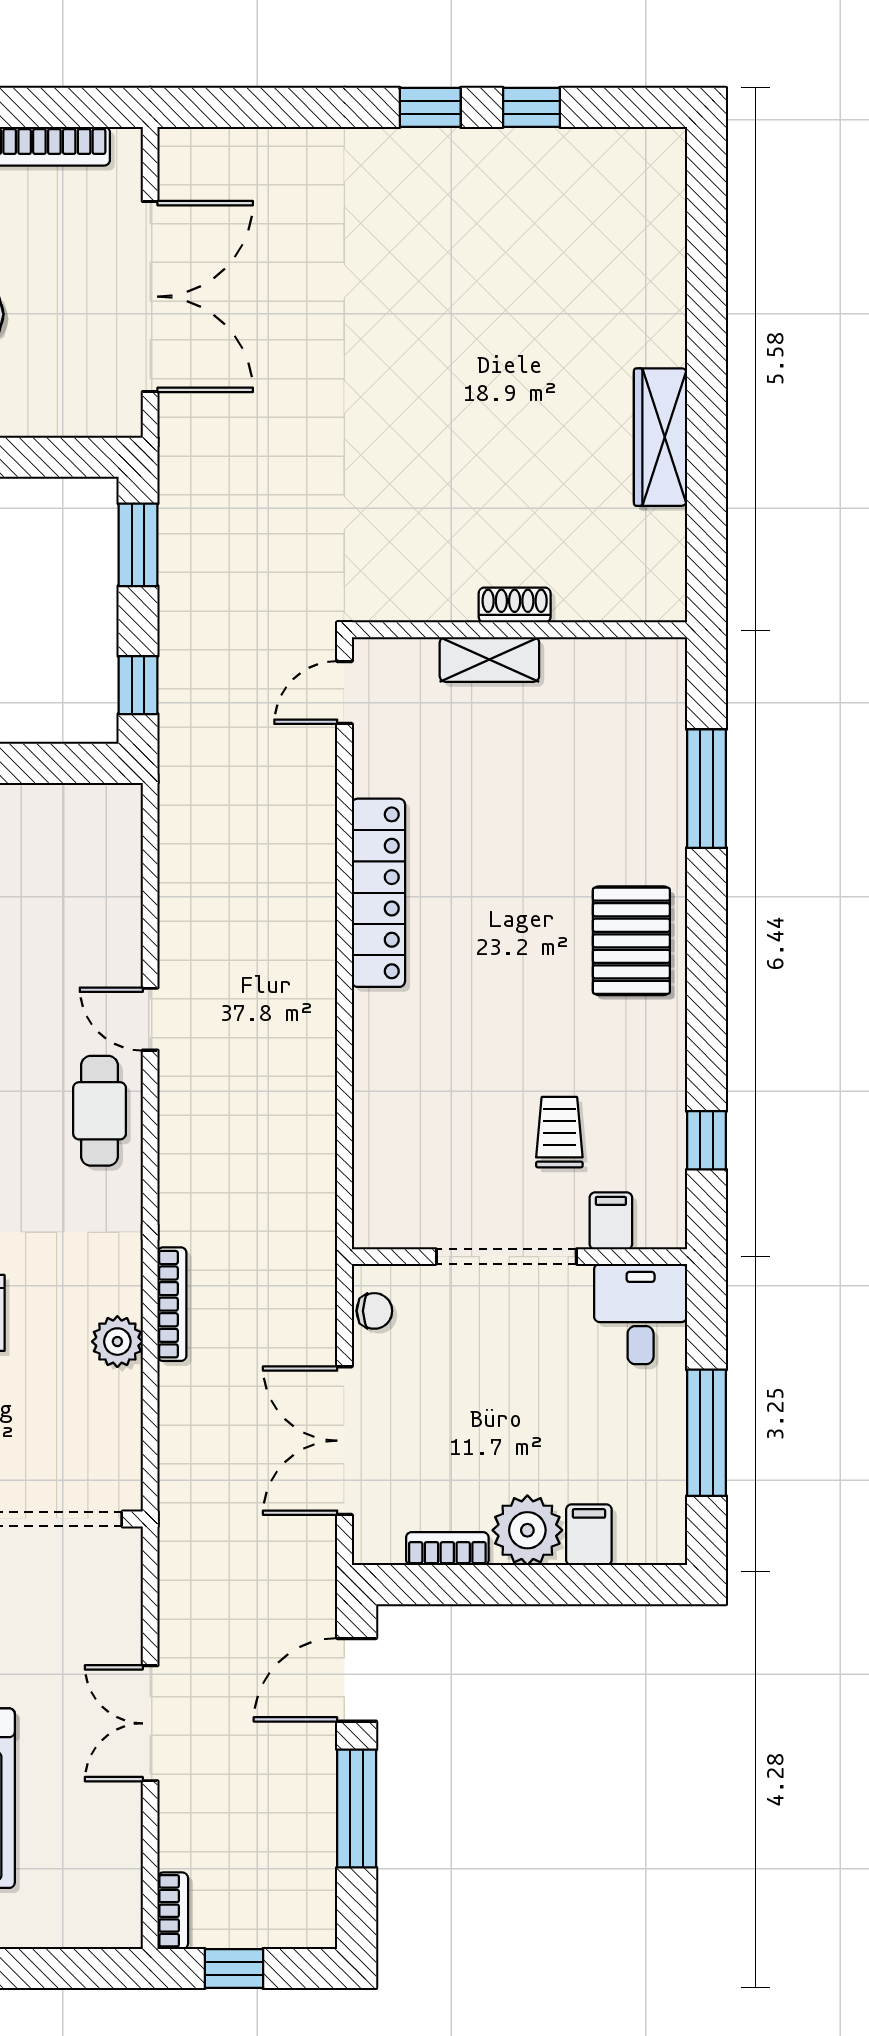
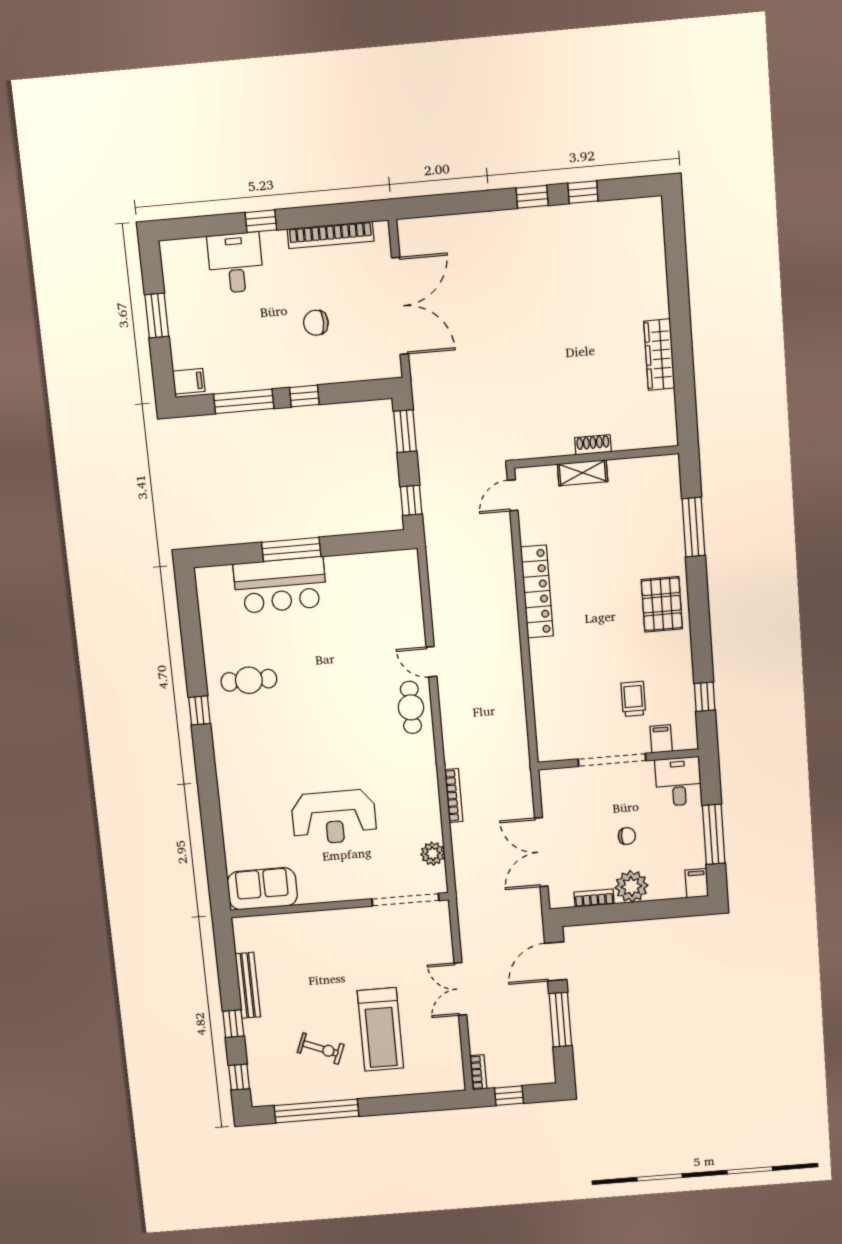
chair: (374, 1311) -> (627, 836), moved
plant: (117, 1342) -> (433, 854), moved
filing cabinet: (589, 1535) -> (697, 883), moved

